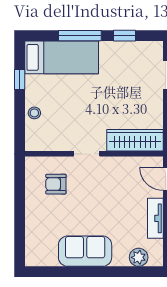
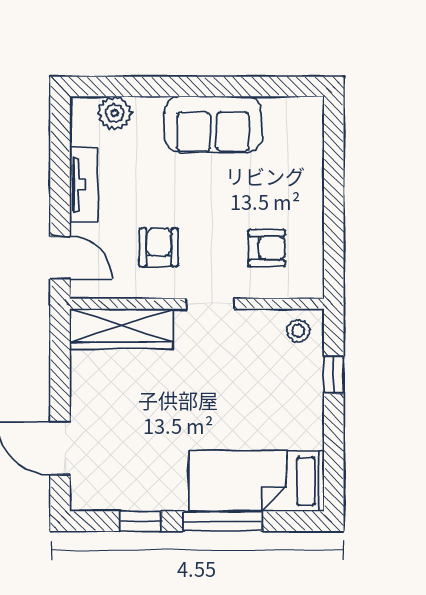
window: (20, 79) -> (334, 375), moved
stool: (34, 113) -> (298, 331), moved
armchair: (115, 184) -> (159, 247), added

